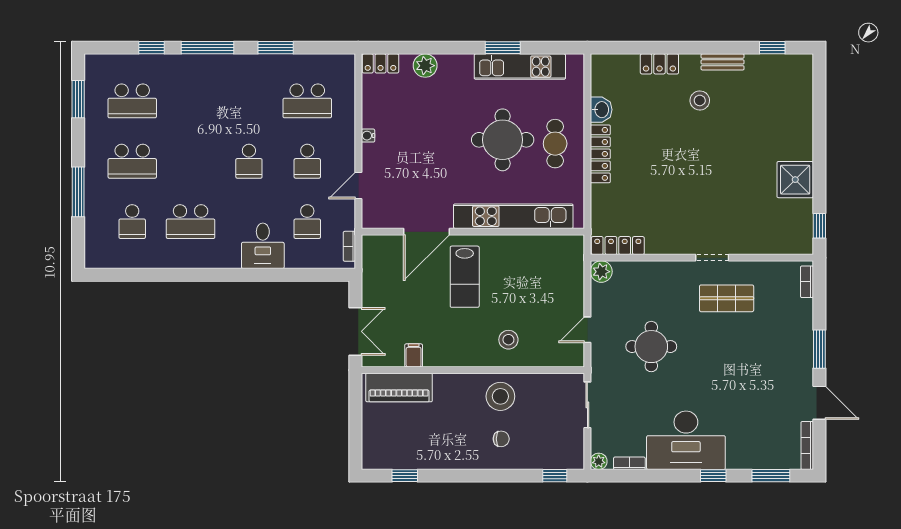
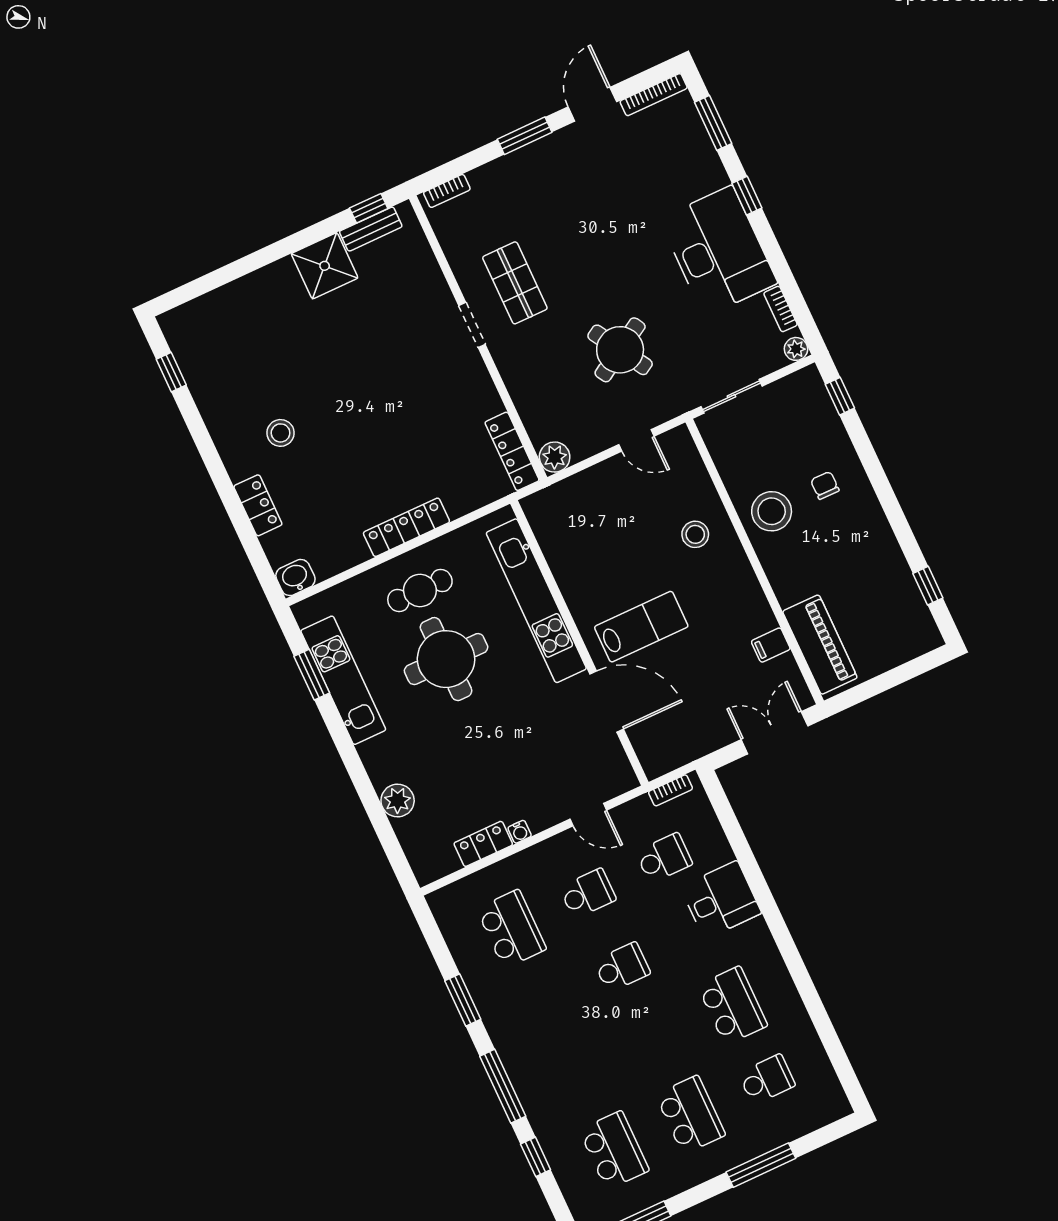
window: (503, 48) -> (312, 675), moved
bench: (723, 62) -> (371, 229), moved, turned 90
locker: (380, 63) -> (483, 844), moved, turned -90
washbasin: (601, 110) -> (295, 578), moved
round table: (651, 347) -> (620, 350), turned -31

